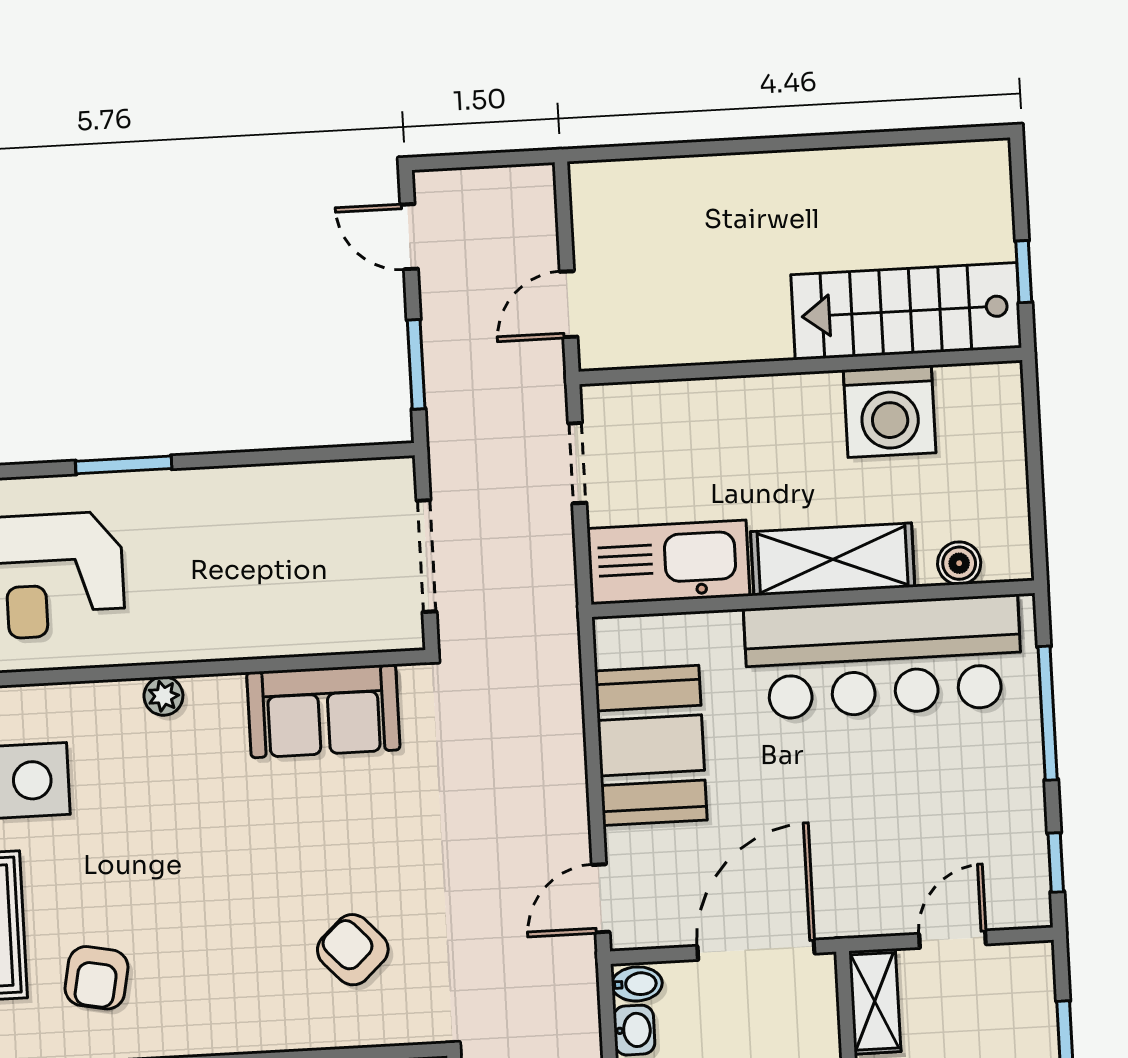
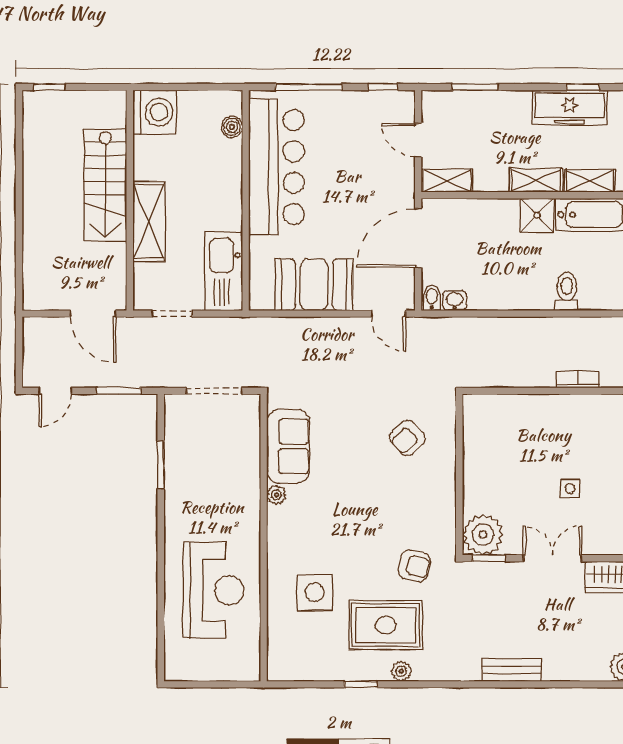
window: (1024, 272) -> (49, 87), moved
door: (569, 304) -> (93, 314), width x1.38
stairs: (906, 311) -> (105, 185), moved
washing machine: (890, 411) -> (155, 112), moved
window: (124, 465) -> (161, 465), moved
shelving: (833, 559) -> (149, 221), moved
plant: (163, 696) -> (276, 495), moved
door: (756, 950) -> (418, 238), hinge flipped

